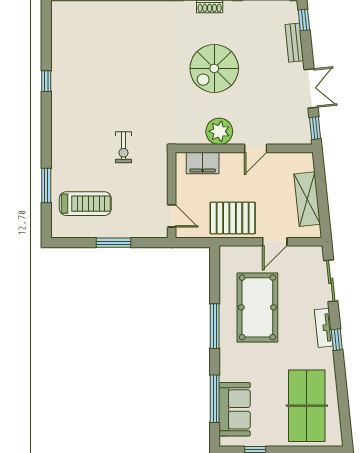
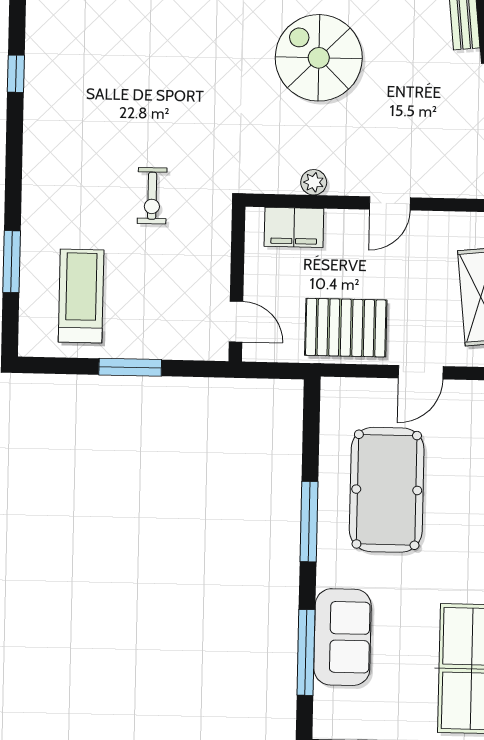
spiral stairs: (214, 68) -> (319, 58), turned 90
plant: (219, 131) -> (314, 182), width x0.53, depth x0.53
treadmill: (85, 204) -> (81, 296), turned -90
sofa: (235, 409) -> (342, 637), moved

